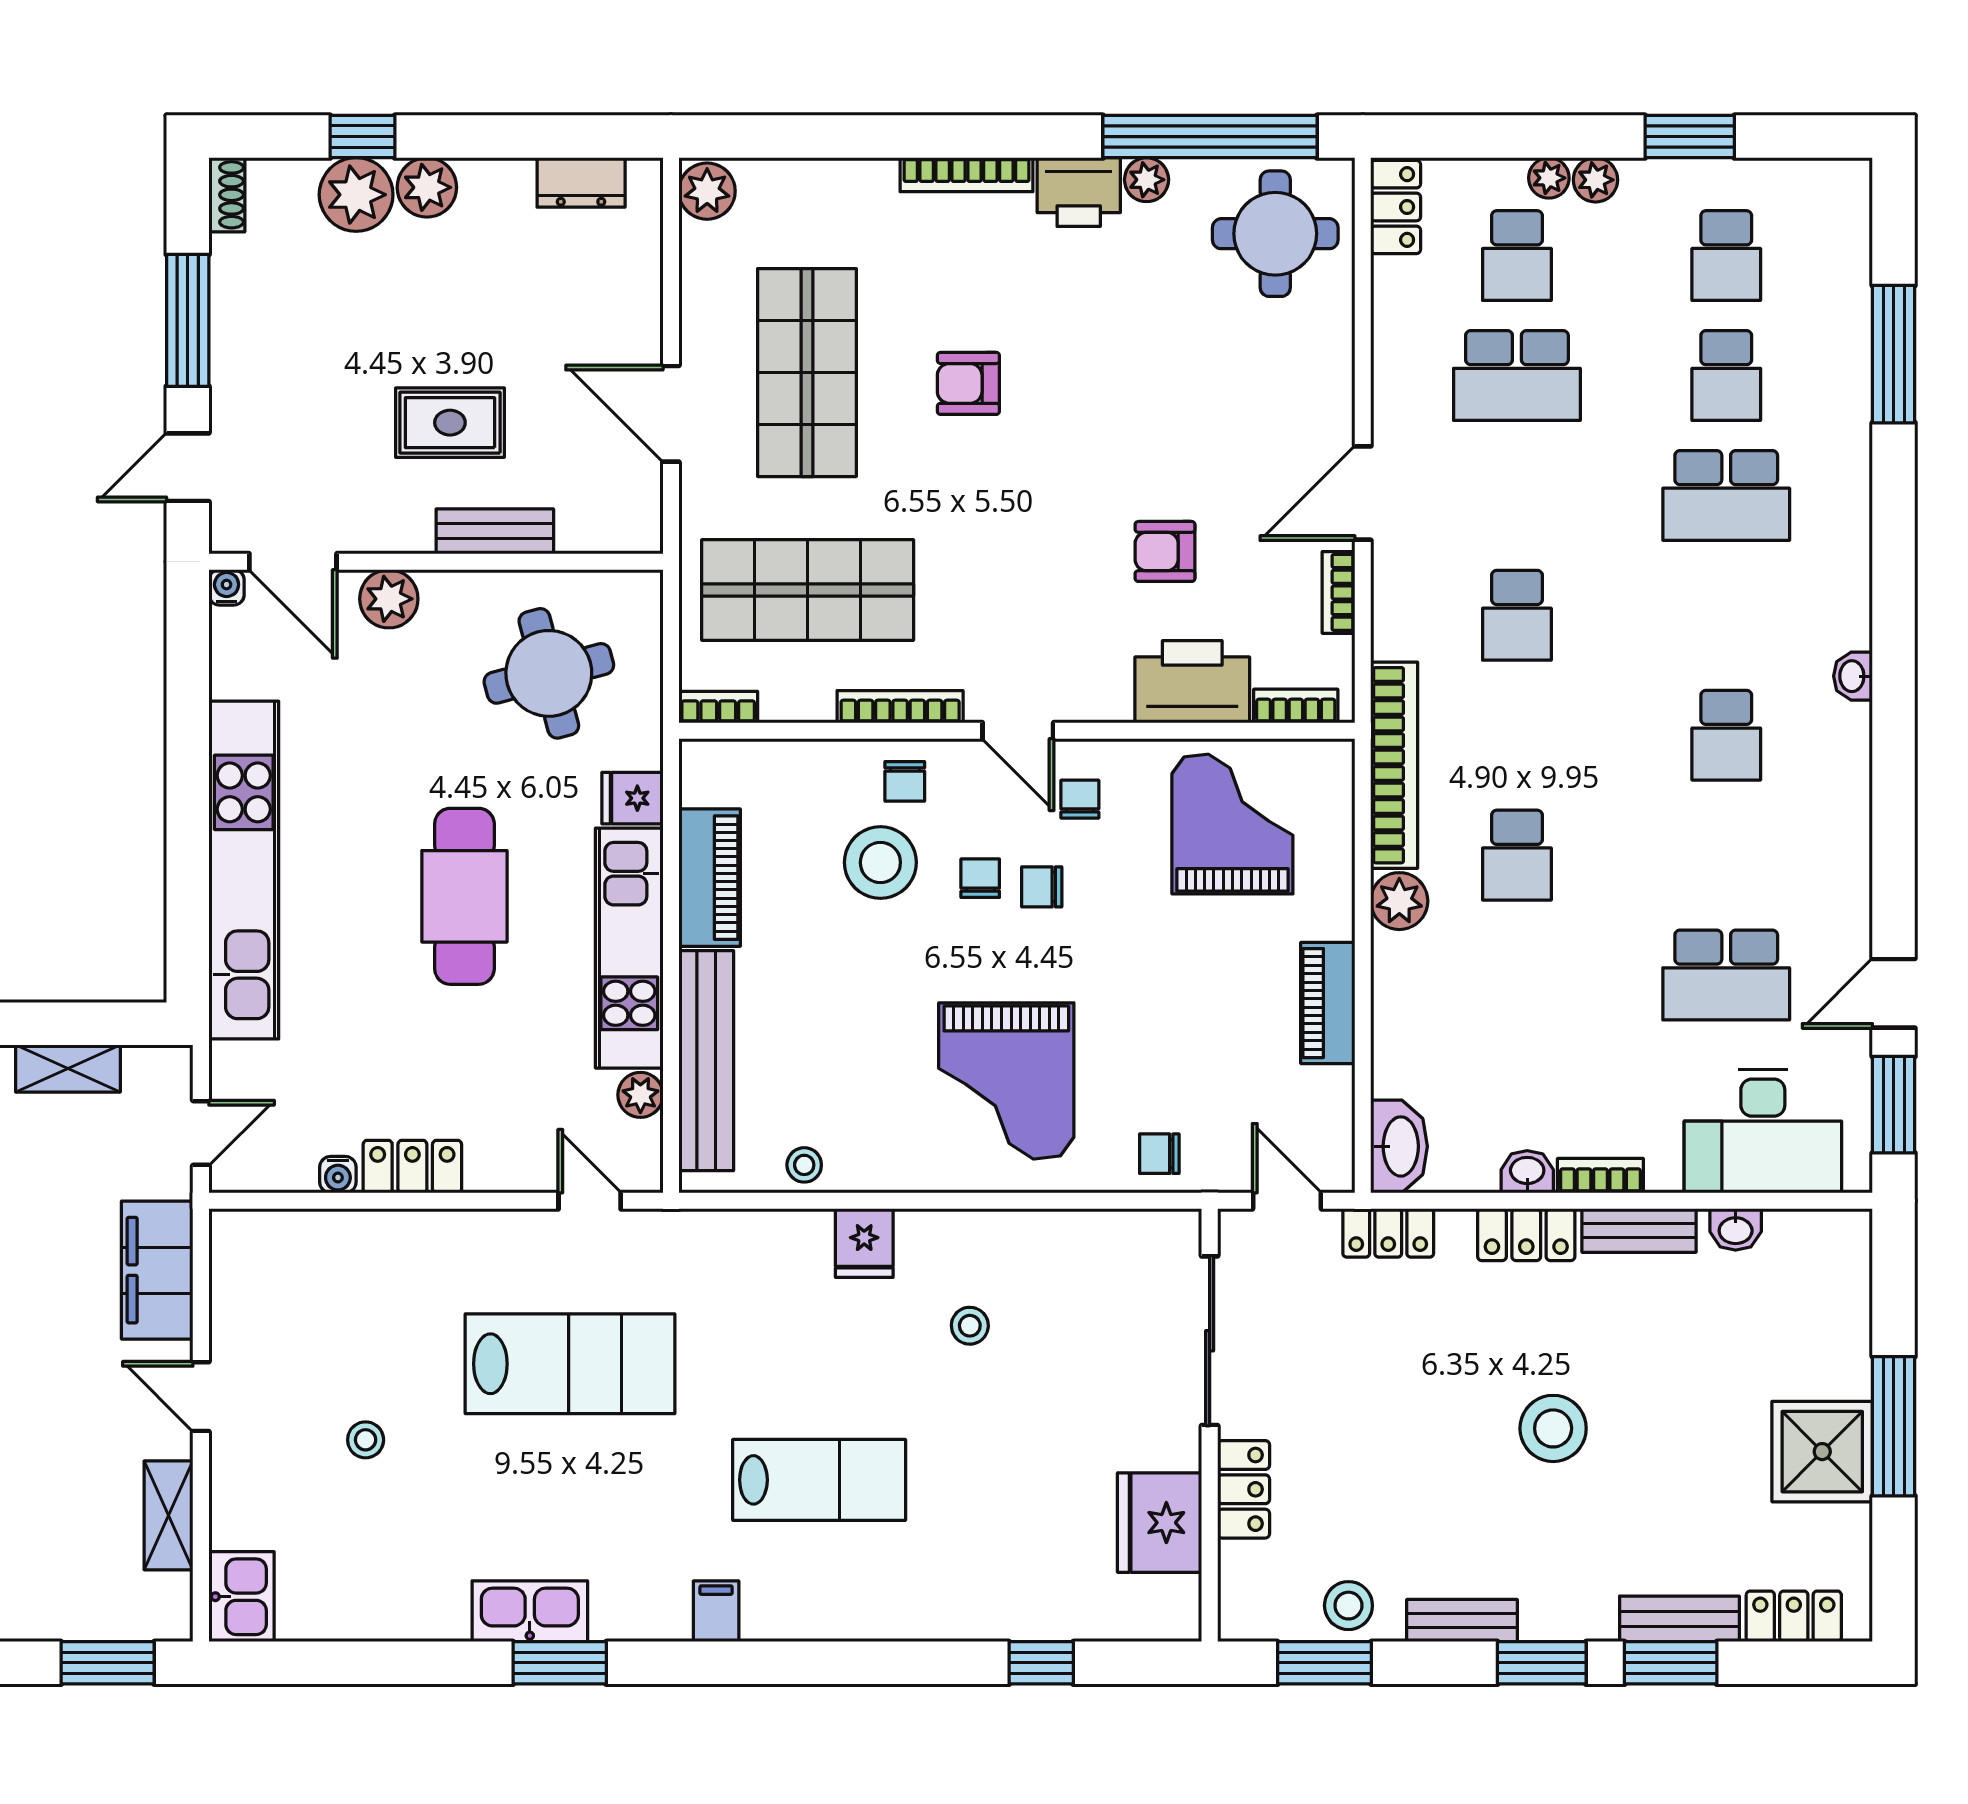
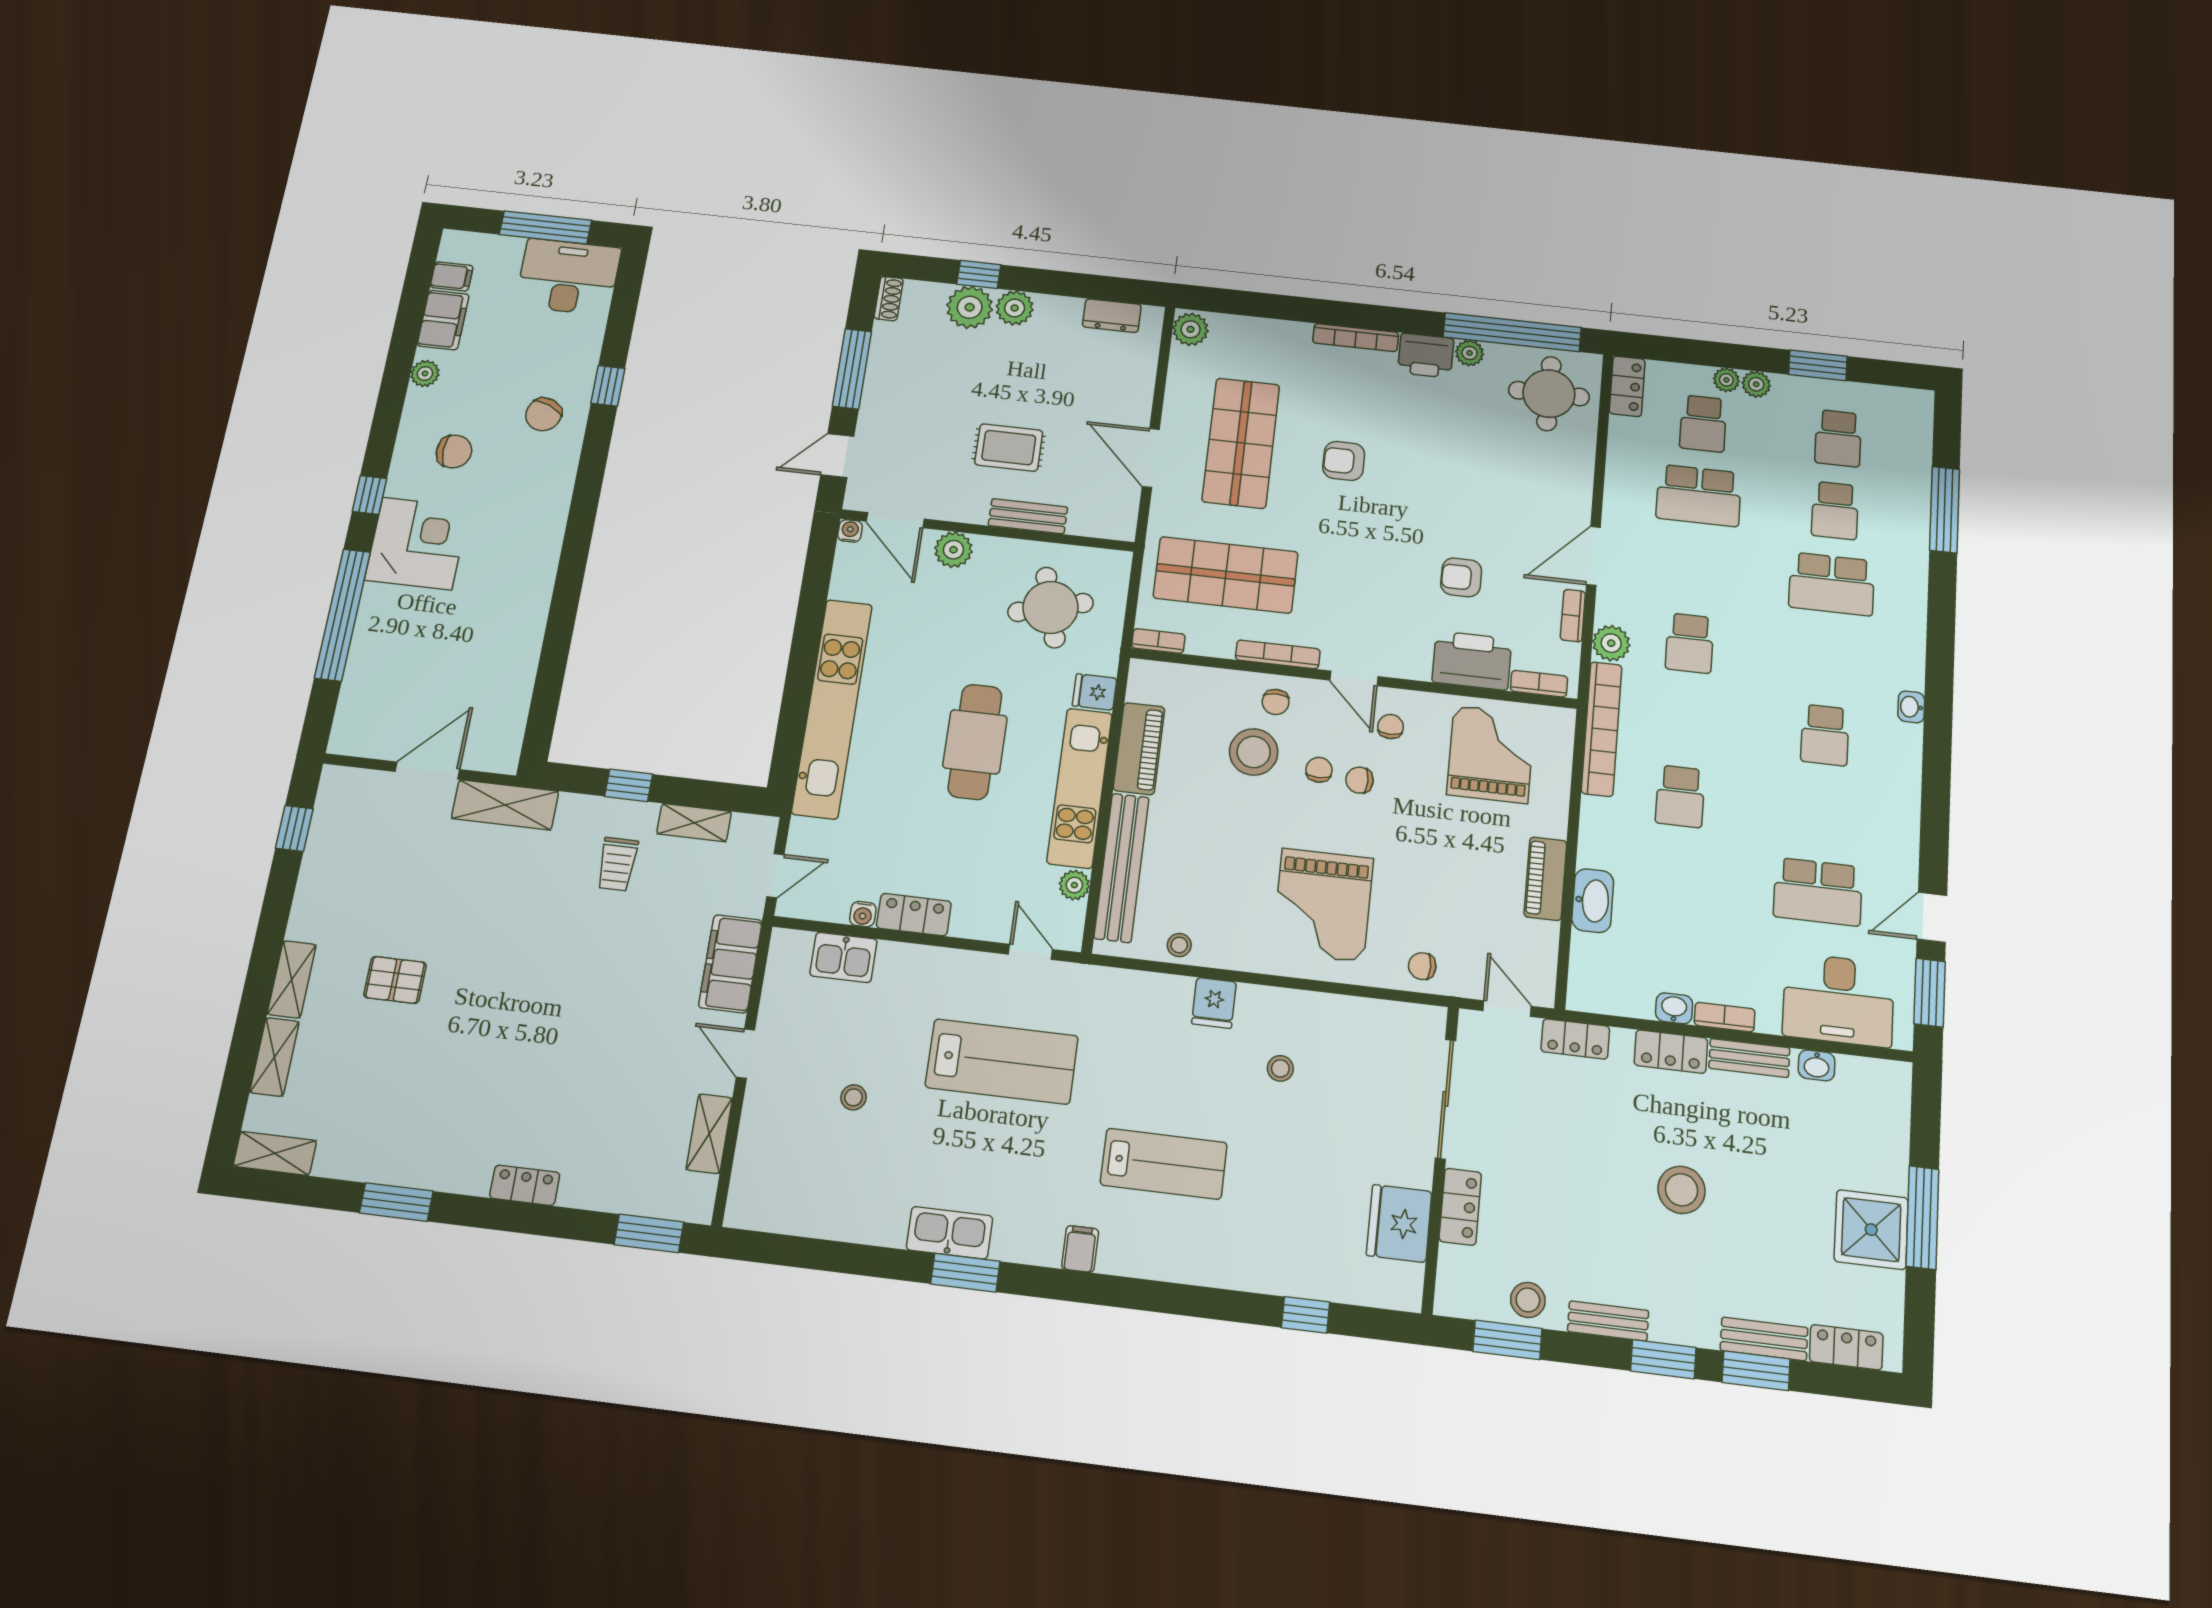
plant: (1399, 901) -> (1611, 643), moved
washbasin: (1399, 1146) -> (1593, 901), moved
kitchen sink: (241, 1597) -> (843, 957), moved, turned 90

